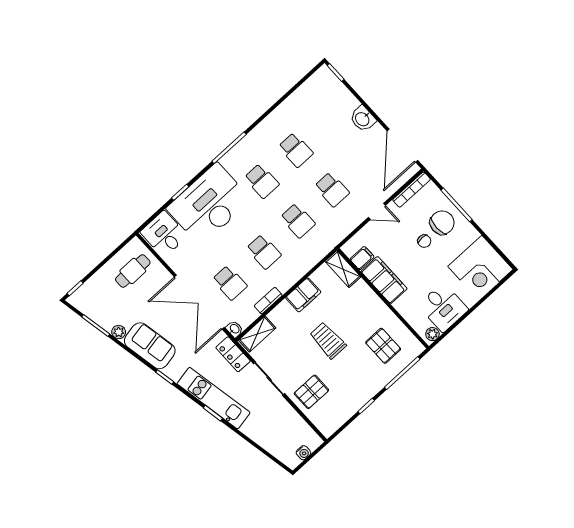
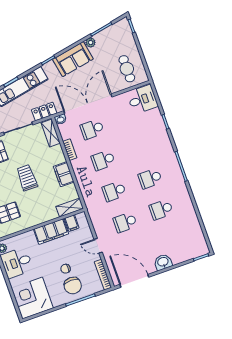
desk: (209, 204) -> (150, 137), removed
door: (377, 211) -> (98, 246), hinge flipped
trolley: (328, 340) -> (27, 178), turned -90

